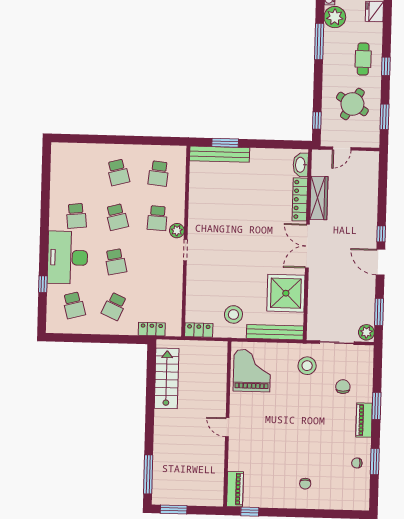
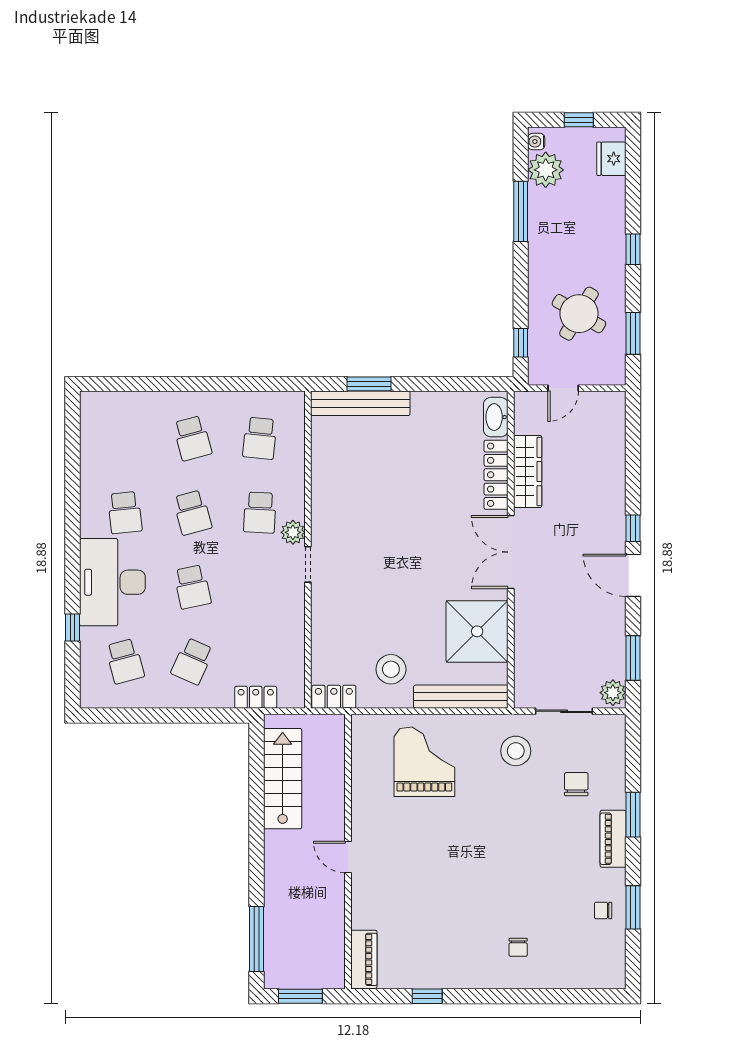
cafe table: (363, 59) -> (595, 238), removed
wall: (227, 424) -> (348, 852), moved
door: (227, 427) -> (348, 857), moved
piano: (235, 489) -> (364, 959), moved

